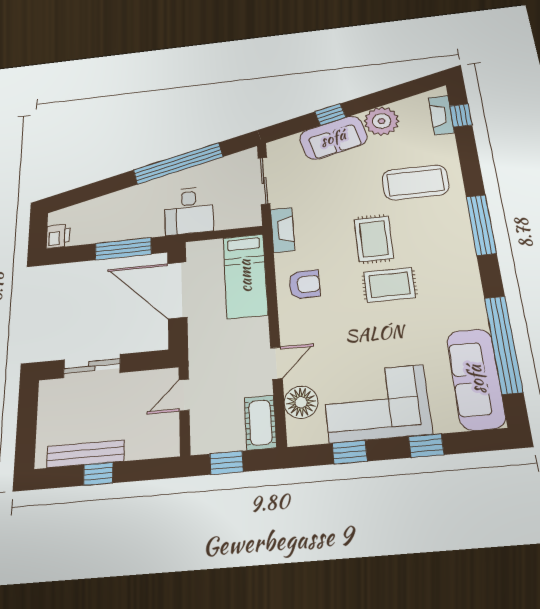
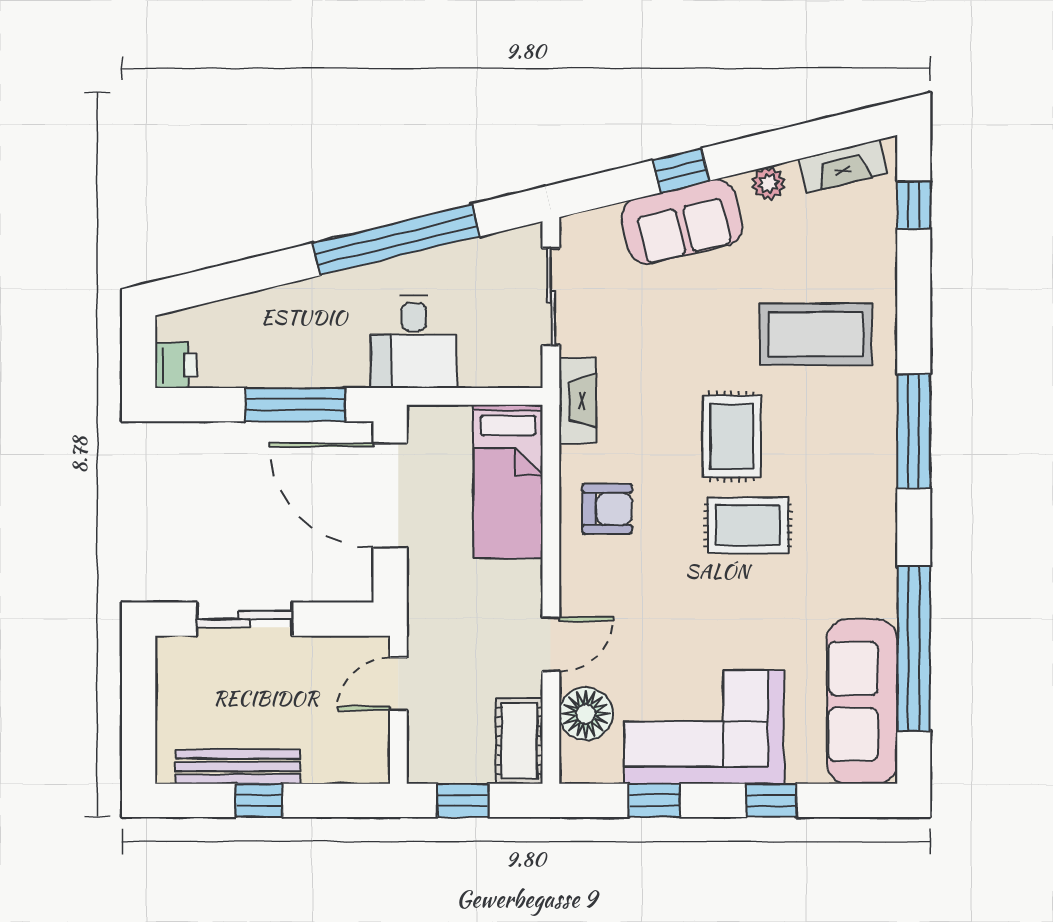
fireplace: (441, 115) -> (843, 166), moved, turned -104
plant: (382, 121) -> (768, 183), width x0.53, depth x0.53

